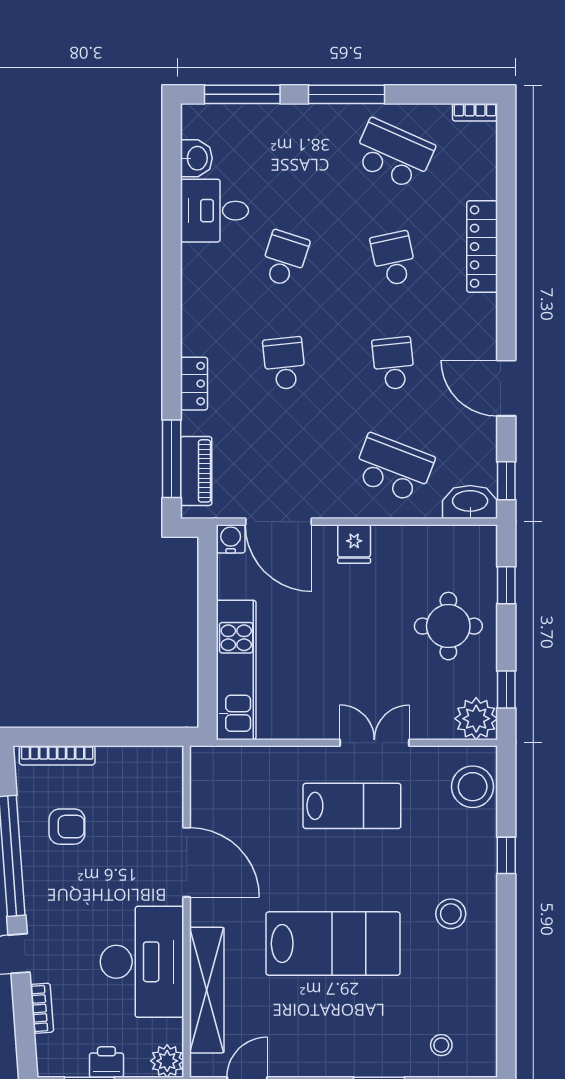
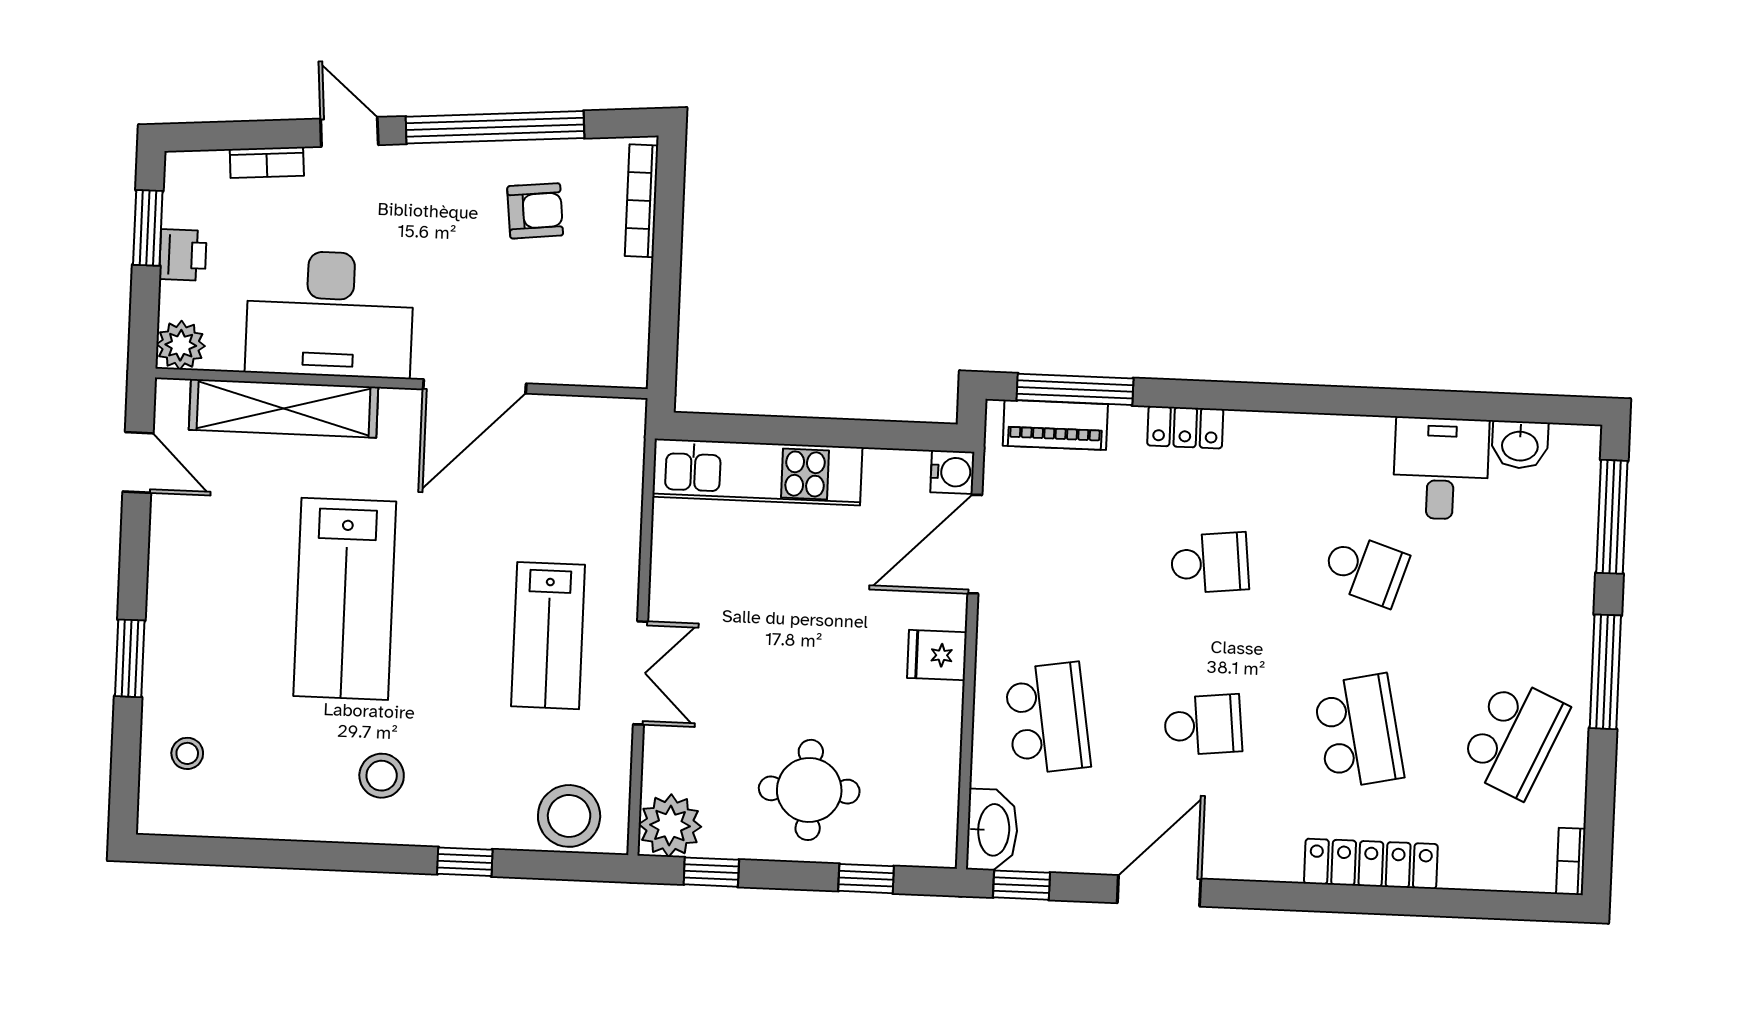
school desk: (393, 259) -> (1358, 731), width x1.85
school desk: (393, 468) -> (1047, 718), turned -30
armchair: (67, 827) -> (535, 211), turned -96

